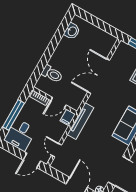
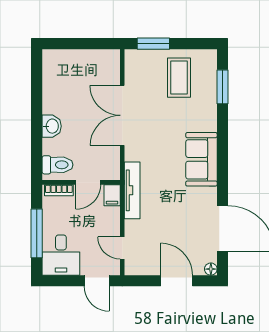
washbasin: (72, 31) -> (52, 126), moved
toilet: (52, 74) -> (57, 165), moved
door: (32, 160) -> (97, 281), hinge flipped

